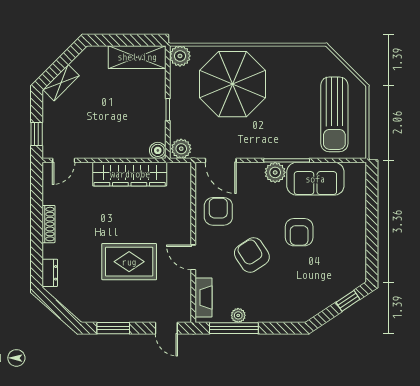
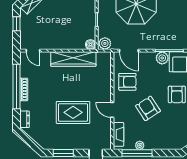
window: (37, 134) -> (16, 24), moved
door: (64, 160) -> (33, 51), hinge flipped
armchair: (218, 211) -> (127, 82), turned 90
window: (37, 219) -> (16, 86), added

